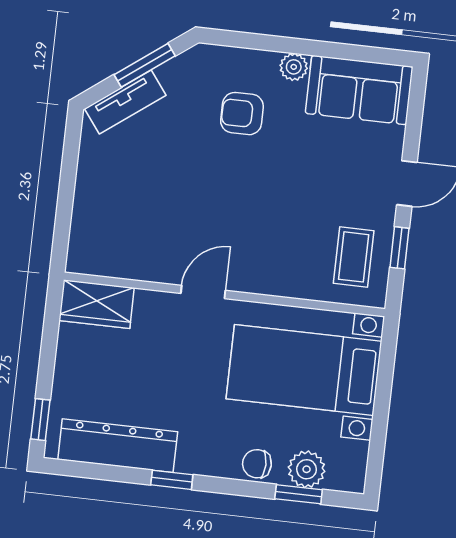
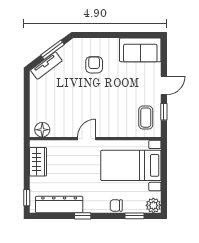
plant: (294, 67) -> (113, 44), removed
armchair: (242, 114) -> (94, 65), turned 90
floor lamp: (97, 258) -> (42, 130), added
wardrobe: (97, 304) -> (38, 162), moved, turned -90
plant: (307, 469) -> (153, 205), moved

